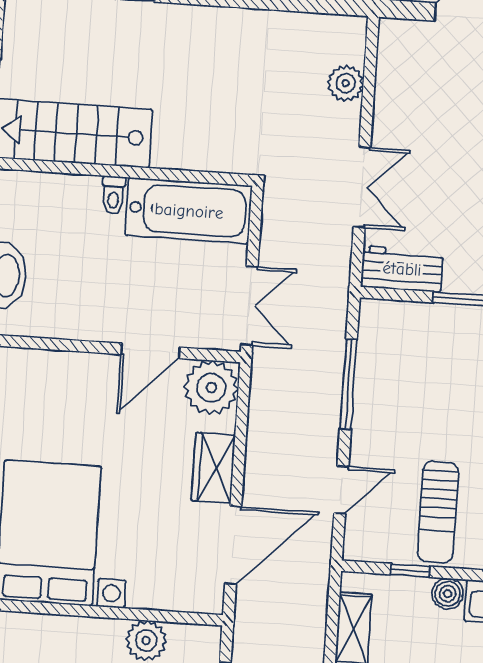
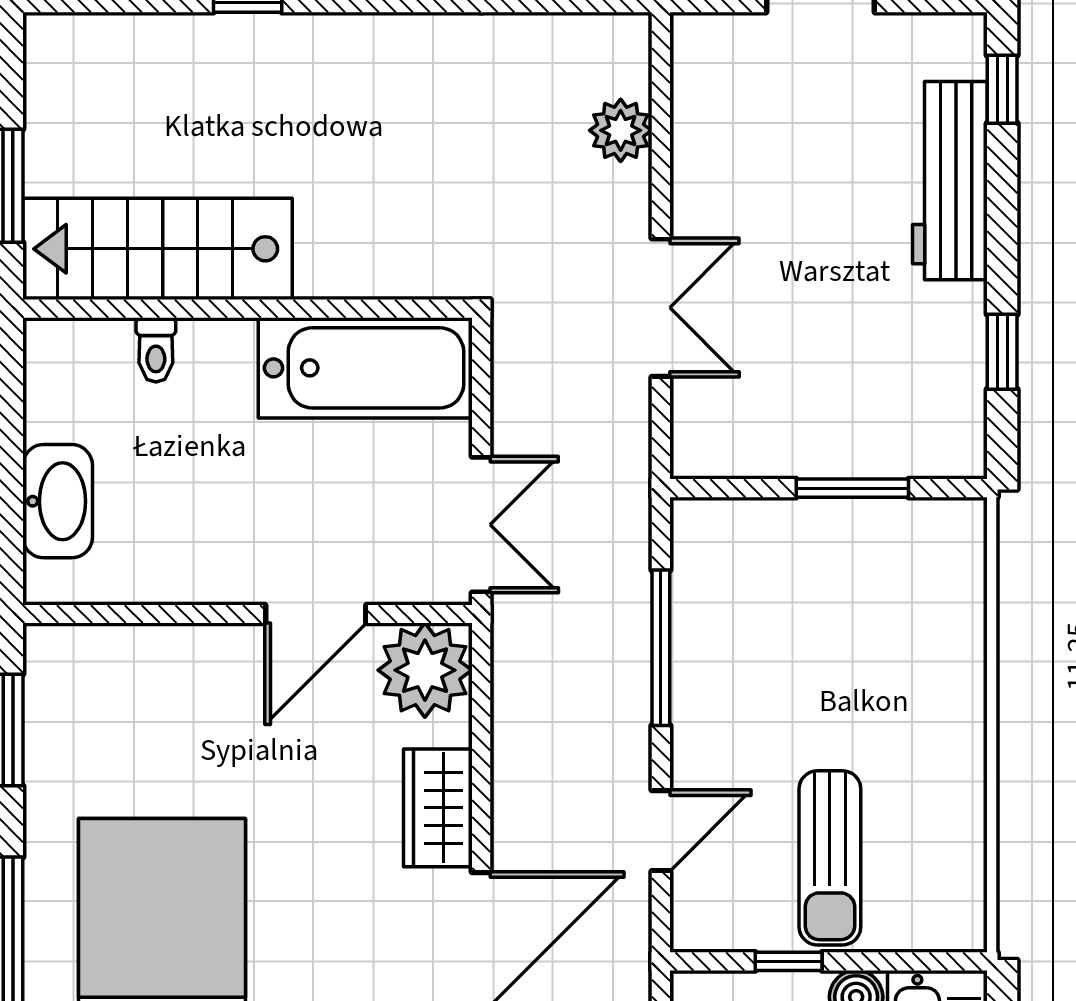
toilet: (113, 195) -> (156, 350), moved
workbench: (402, 269) -> (739, 443), removed

